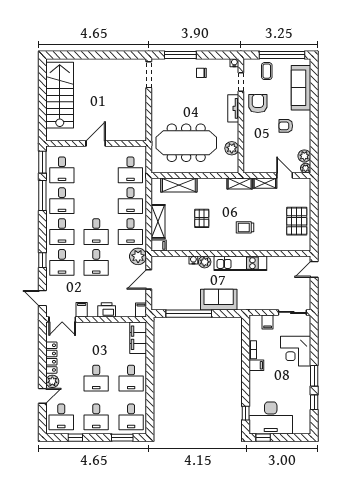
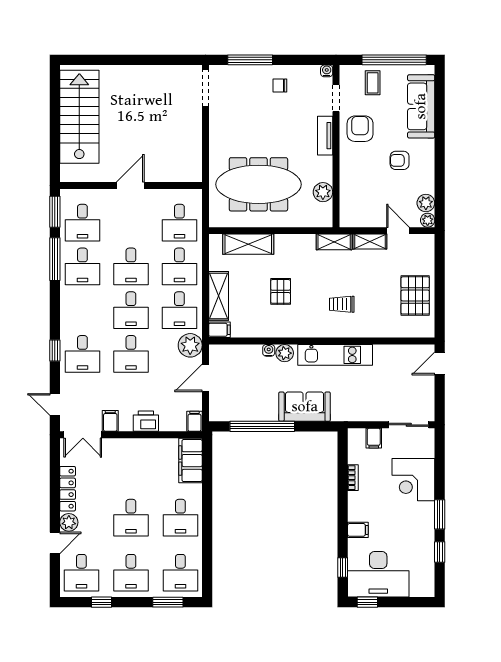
desk: (62, 232) -> (131, 266), moved
filing cabinet: (256, 365) -> (358, 530), moved

